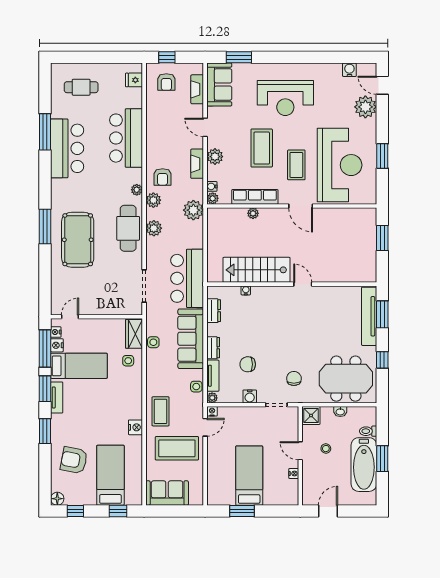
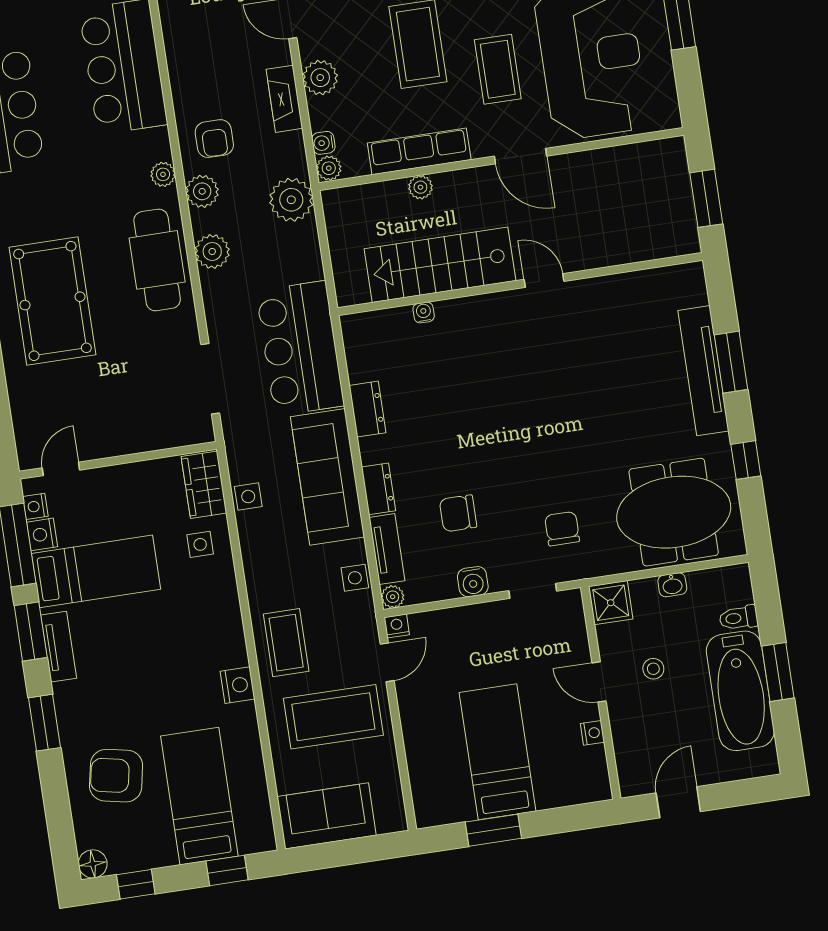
stairs: (257, 270) -> (440, 265), moved
wall: (292, 284) -> (520, 284), moved
door: (303, 284) -> (544, 280), moved
water cooler: (246, 290) -> (424, 312), moved

